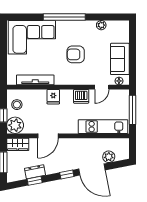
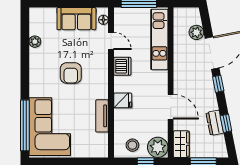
window: (64, 17) -> (25, 125), moved
tv unit: (35, 80) -> (102, 116), width x0.71

